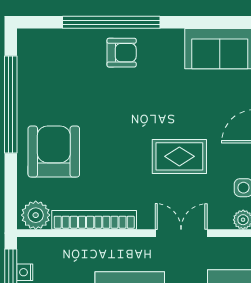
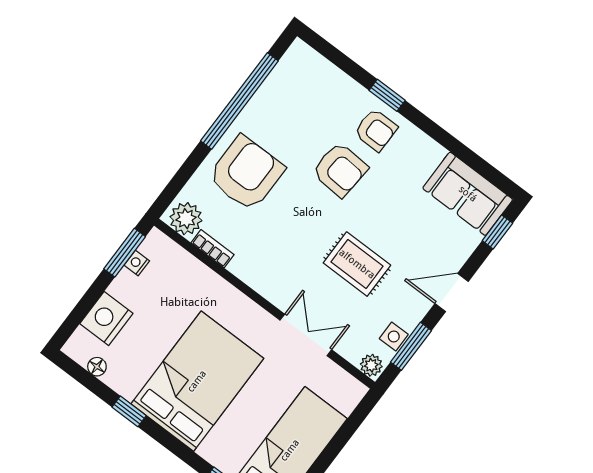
window: (111, 22) -> (387, 95), width x0.32
armchair: (118, 99) -> (340, 170), added
bookcase: (94, 220) -> (213, 249), width x0.43, depth x0.76

